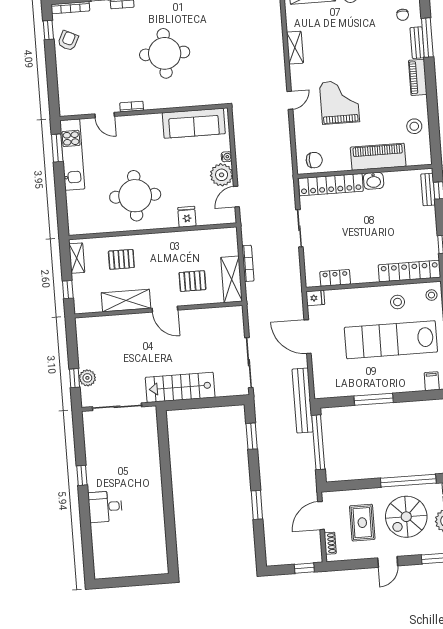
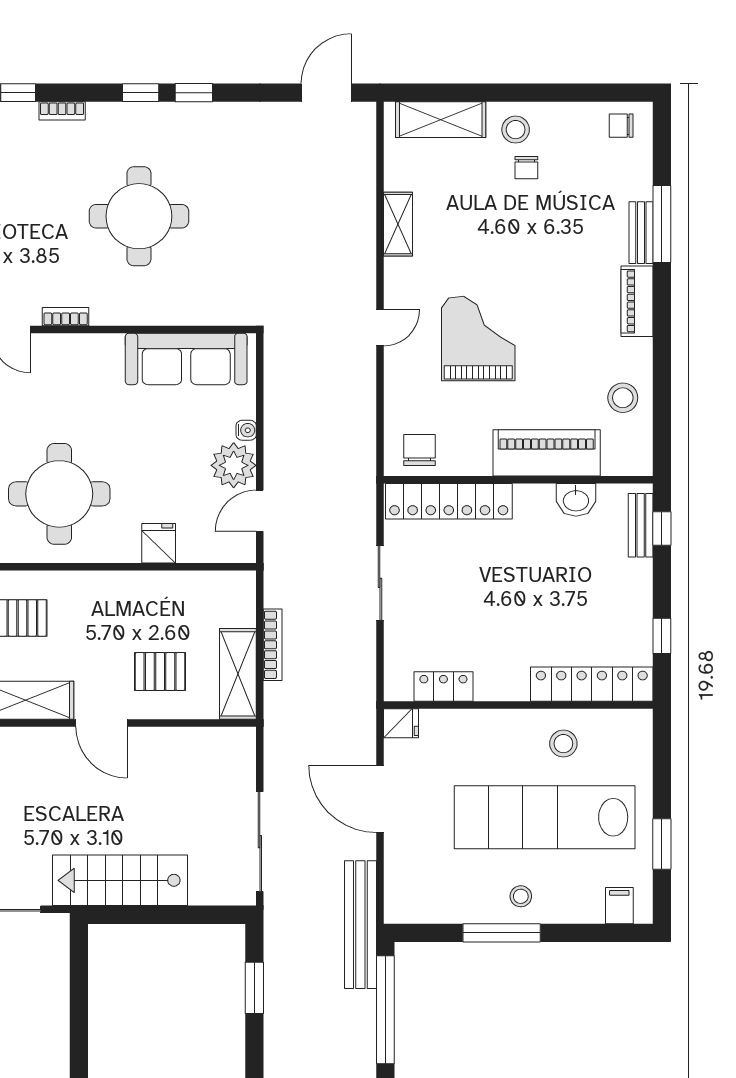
chair: (403, 15) -> (526, 168), moved
chair: (314, 160) -> (419, 450), turned -90
washbasin: (374, 181) -> (576, 500), moved
stool: (431, 295) -> (521, 896), moved

